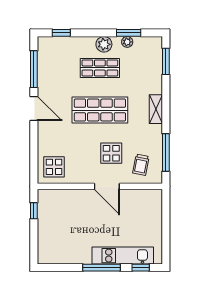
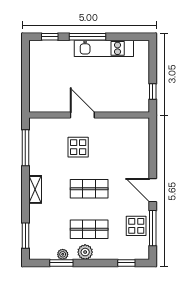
shop shelf: (100, 110) -> (89, 189), width x0.70, depth x0.74
trolley: (141, 165) -> (50, 136), removed
display table: (54, 167) -> (136, 226), moved
kitchen unit: (123, 256) -> (104, 48), moved

